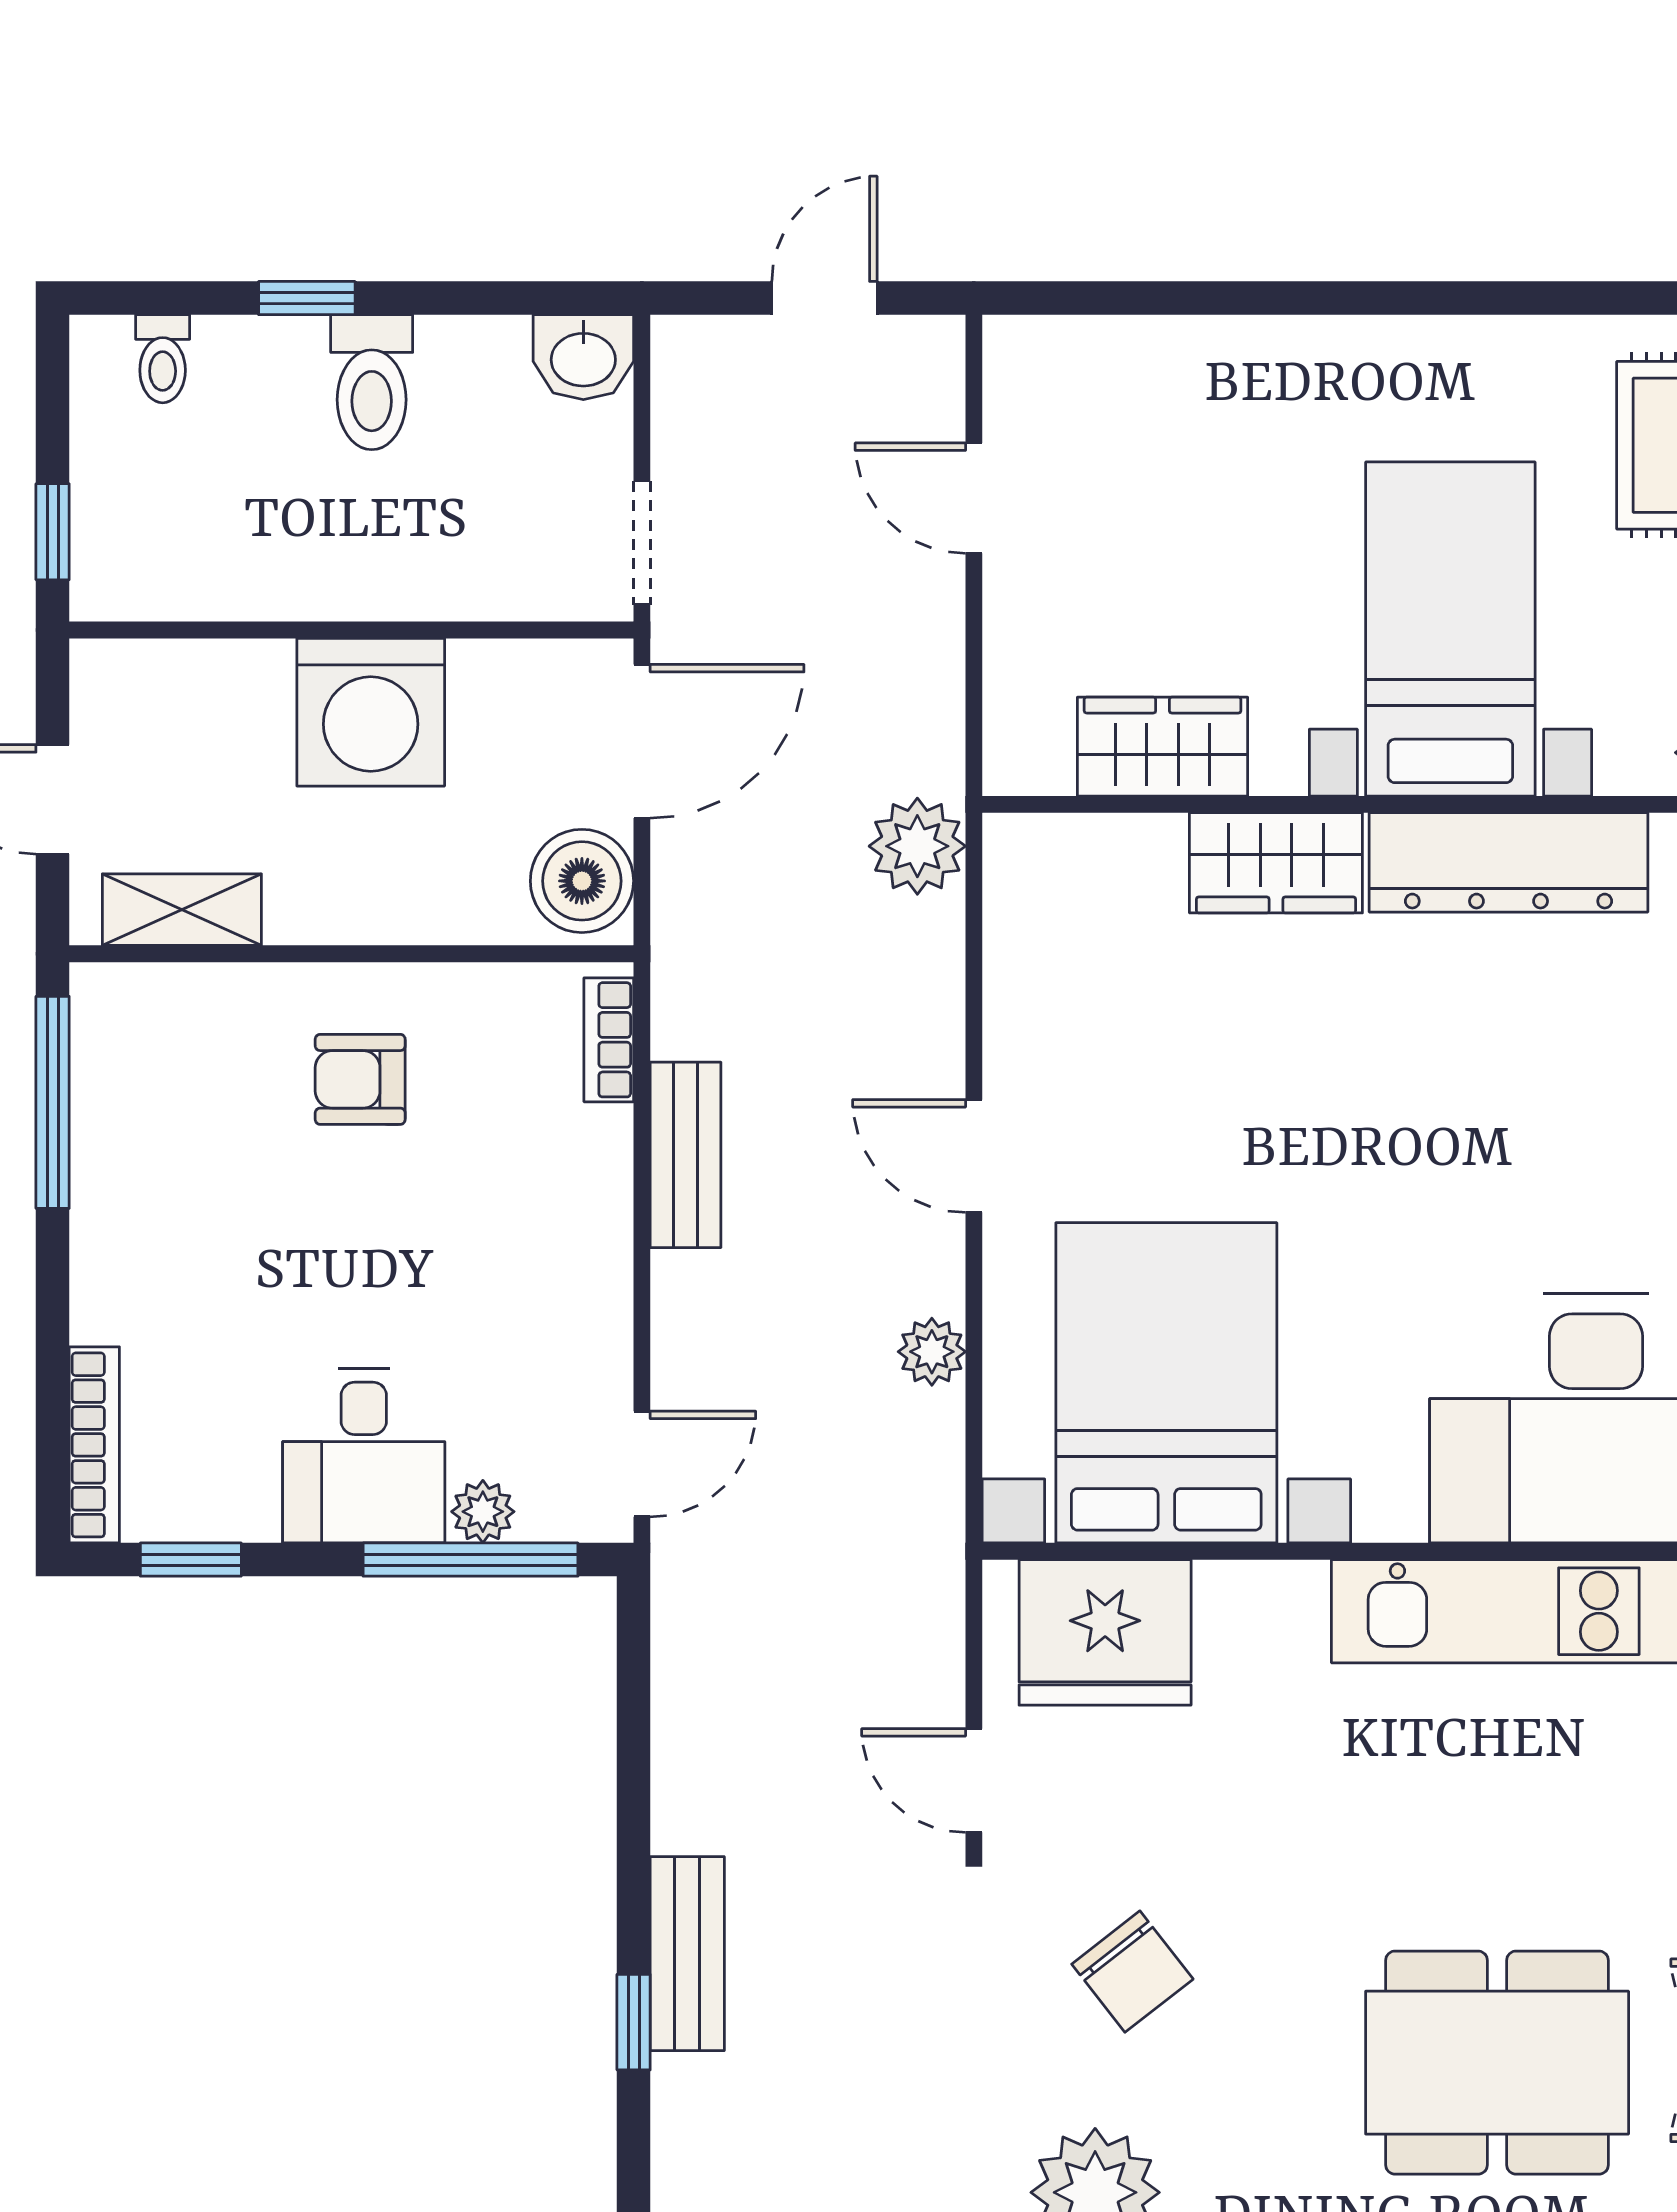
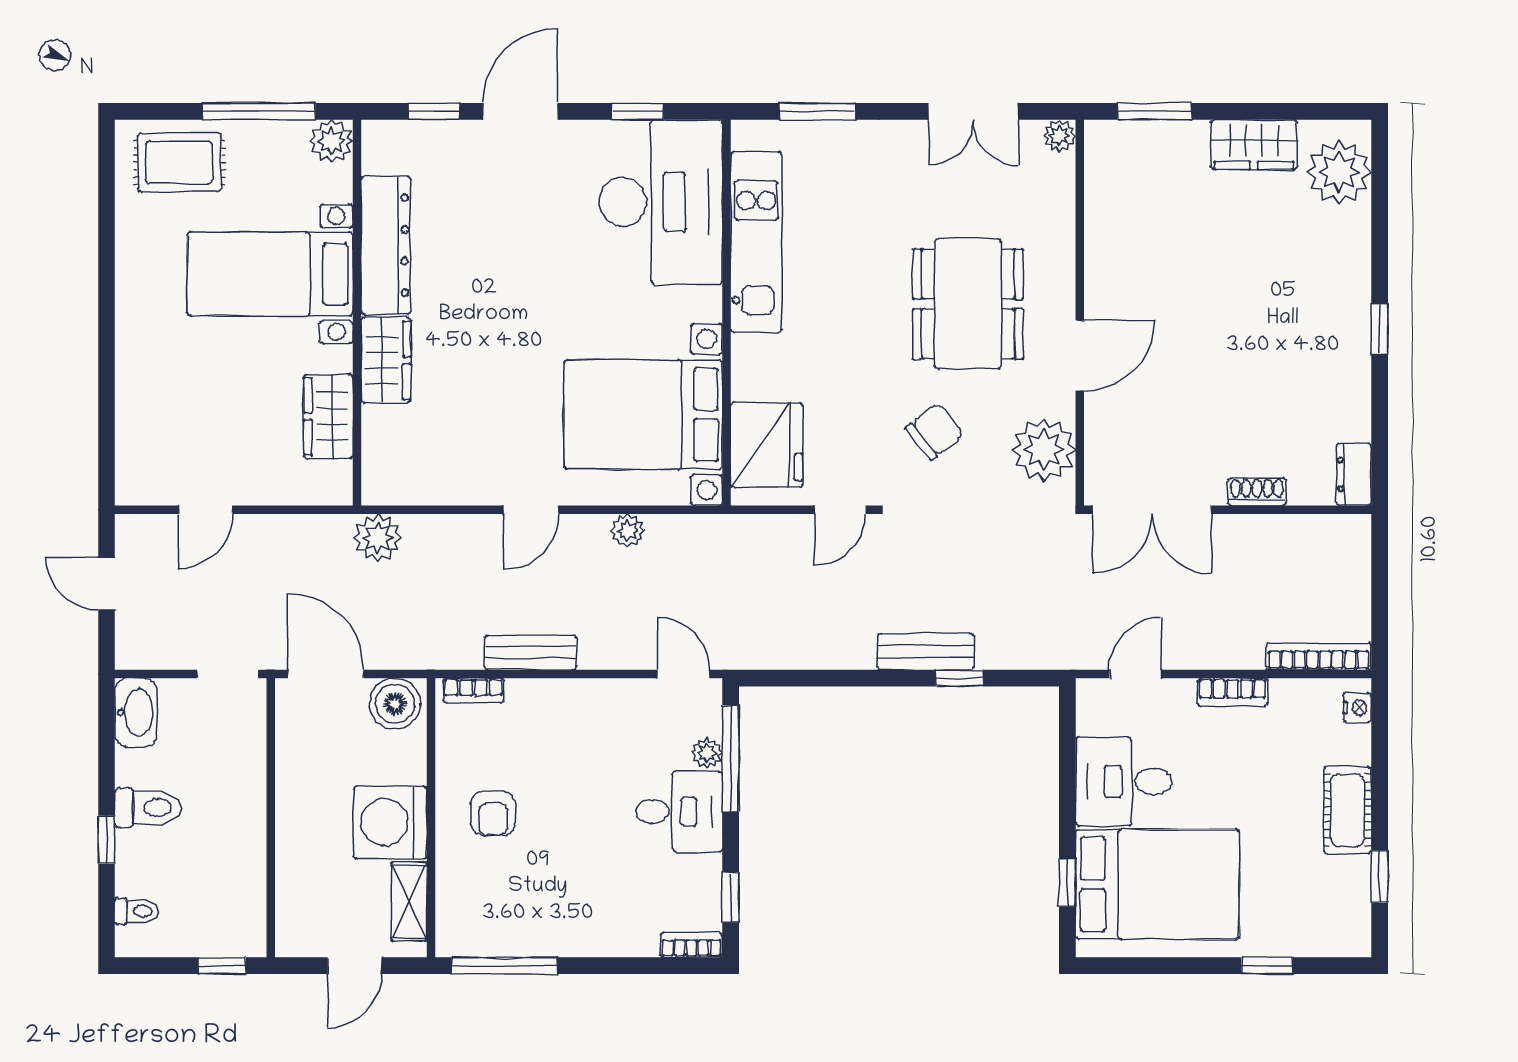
washbasin: (583, 357) -> (136, 713), width x1.38
washing machine: (371, 712) -> (390, 822), moved, turned 180
bookcase: (94, 1445) -> (691, 945), width x0.64
dining table: (1497, 2063) -> (968, 304), moved

